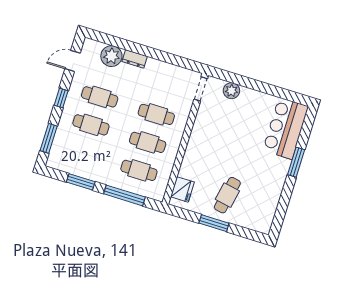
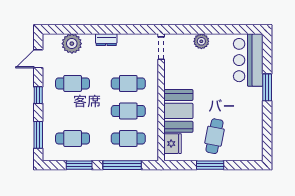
dresser: (135, 59) -> (106, 40), moved
plant: (231, 91) -> (201, 41), moved
cafe table: (91, 125) -> (73, 138), moved
booth: (199, 158) -> (178, 111), added

